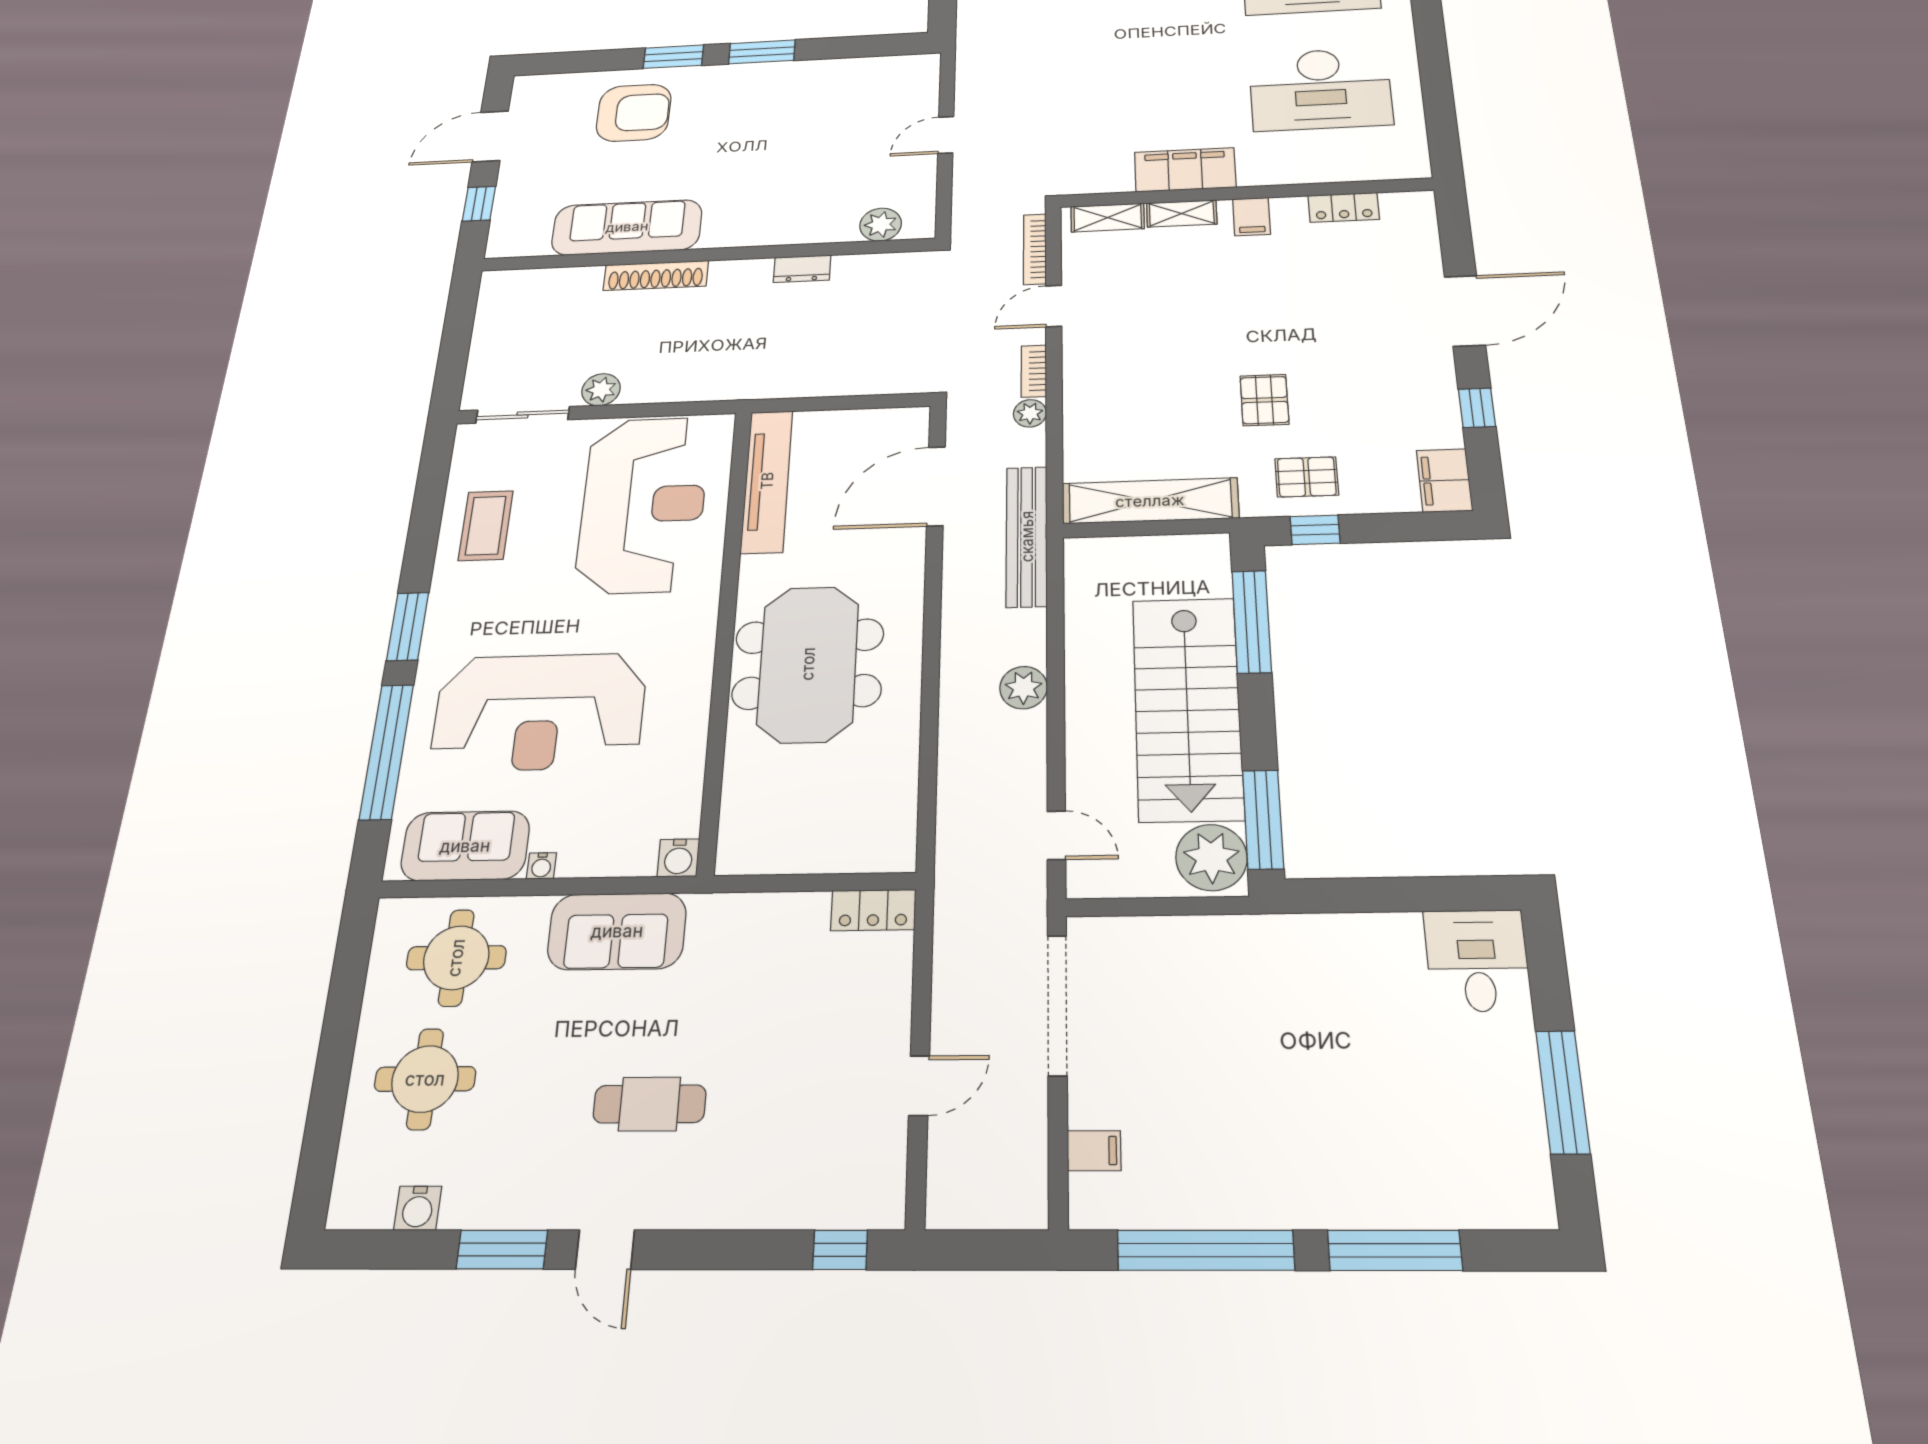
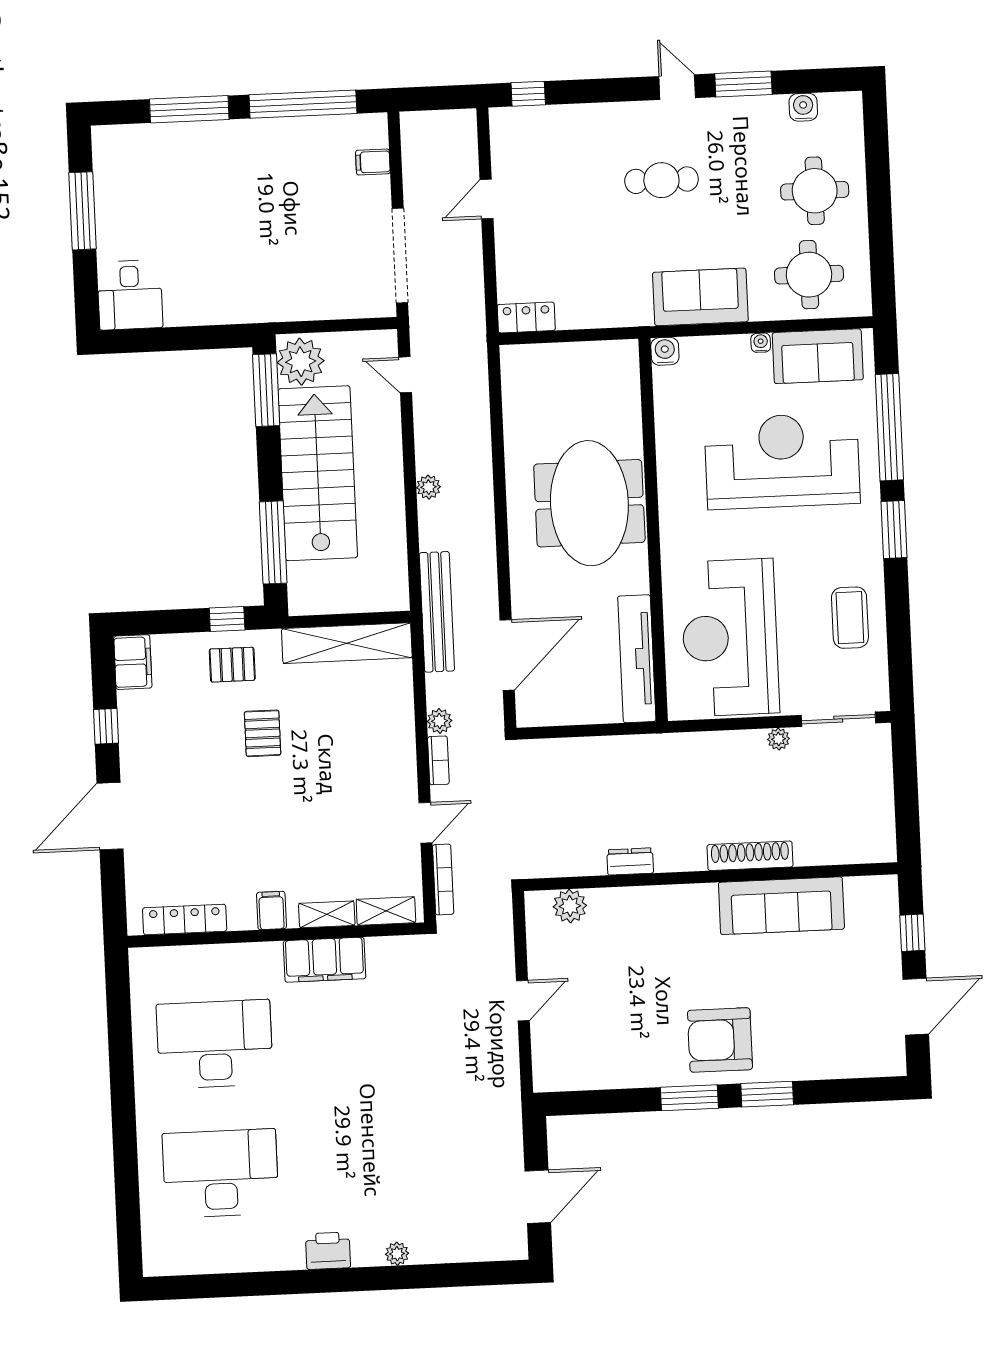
armchair: (634, 113) -> (720, 1040), moved
locker: (1344, 207) -> (185, 919), width x1.53
plant: (601, 390) -> (779, 739), width x0.73, depth x0.73
plant: (1023, 688) -> (429, 487), width x0.73, depth x0.73

